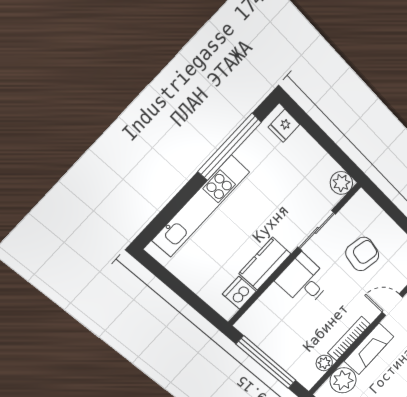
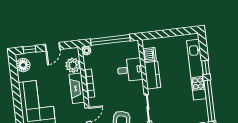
window: (185, 195) -> (206, 67), added
desk: (304, 281) -> (130, 70), moved
plant: (324, 363) -> (87, 51), moved

